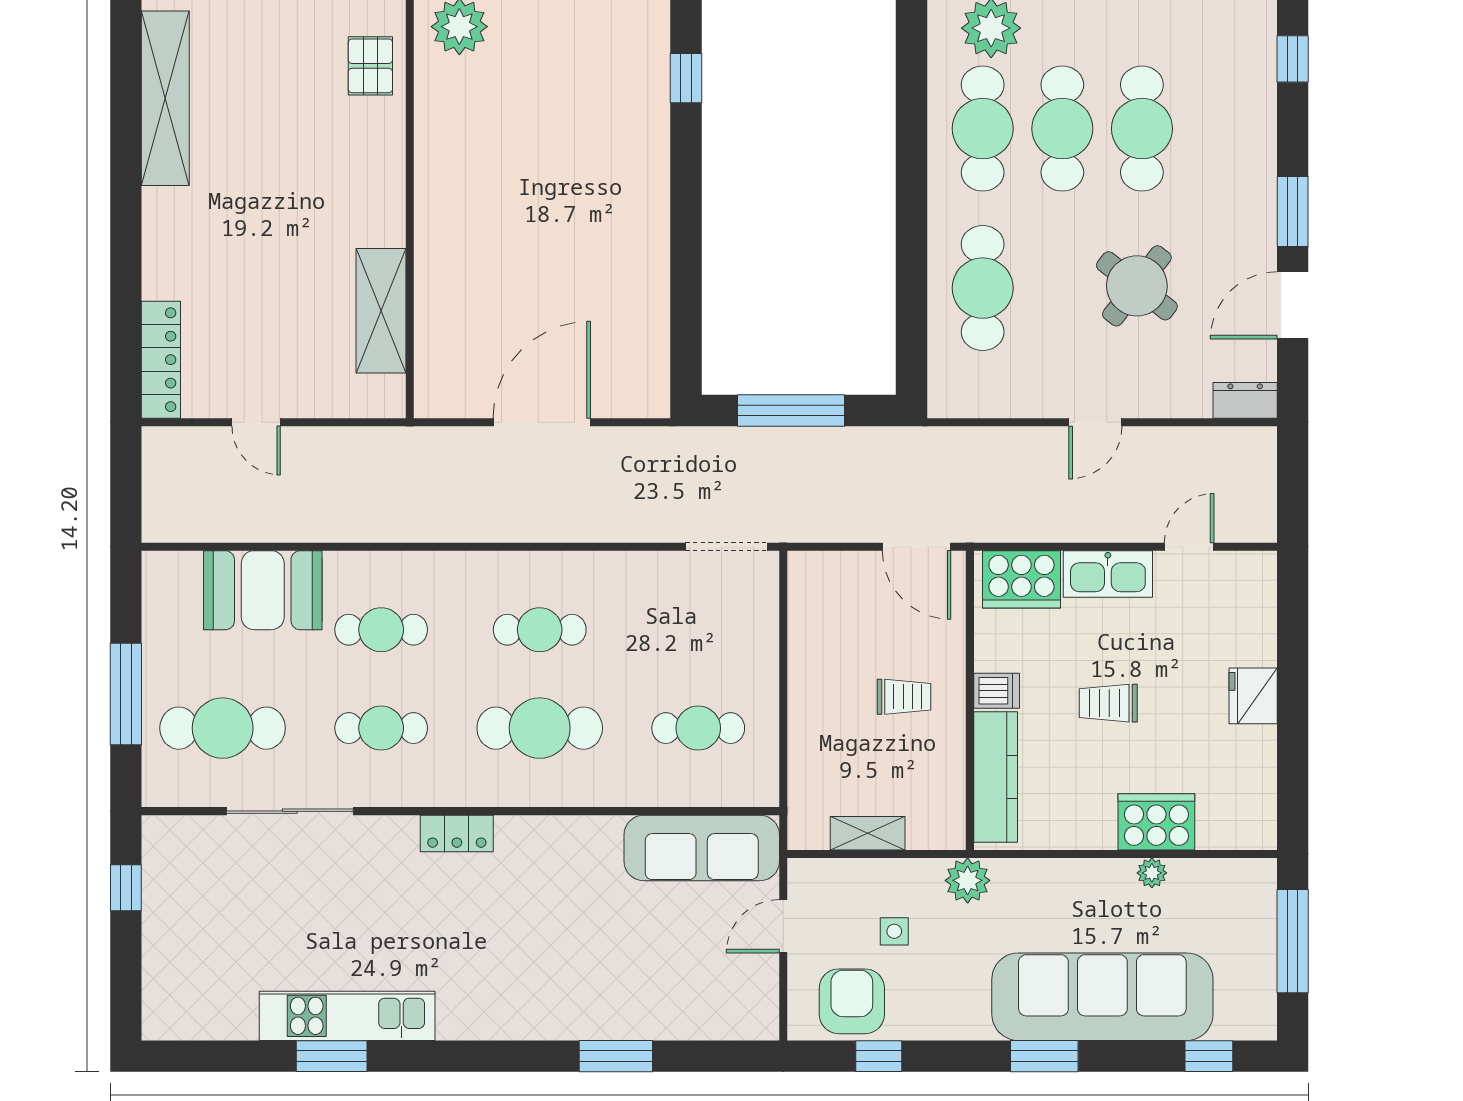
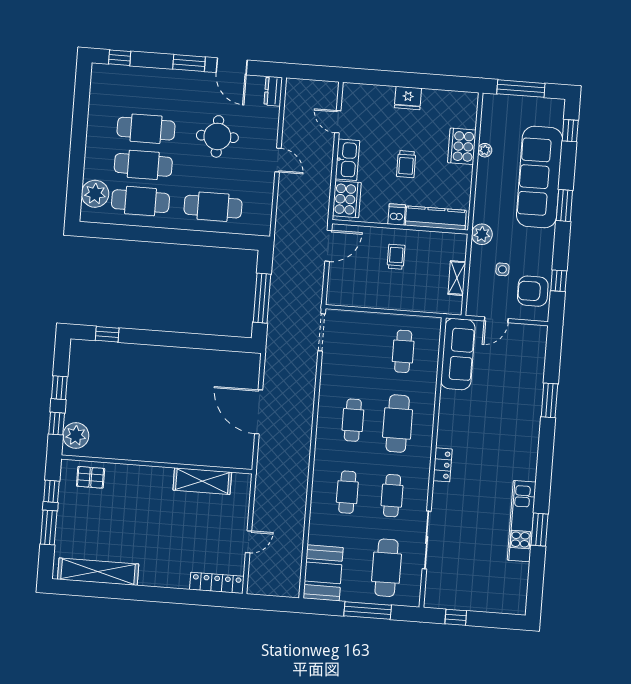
round table: (1137, 286) -> (217, 136), turned -38
booth: (263, 590) -> (323, 573), moved
door: (783, 926) -> (496, 320), hinge flipped

